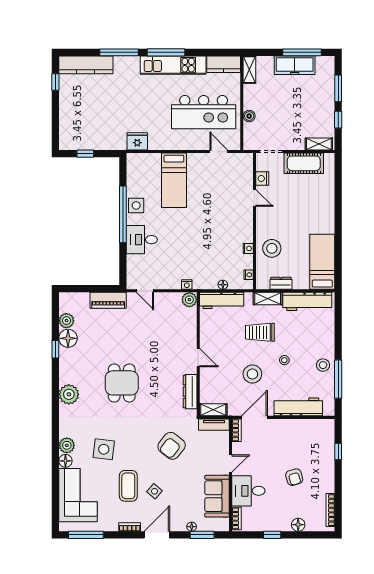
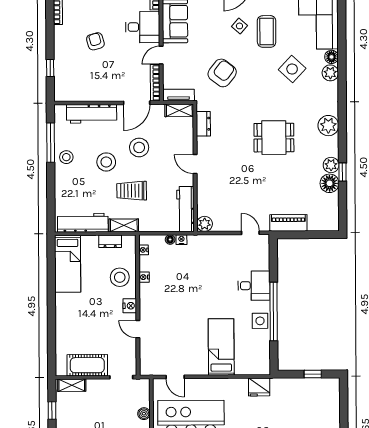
nightstand: (262, 179) -> (130, 306), moved
nightstand: (187, 285) -> (181, 240), moved
workbench: (222, 300) -> (185, 209), moved, turned -90
plant: (66, 321) -> (331, 165), moved
trolley: (260, 332) -> (132, 191), turned 180
stool: (284, 360) -> (106, 162), width x1.89, depth x1.89
dining table: (122, 383) -> (274, 138), turned 90
dresser: (190, 392) -> (203, 124), width x0.70
bookcase: (237, 430) -> (155, 83), width x1.56
side table: (104, 449) -> (292, 69), turned 36

